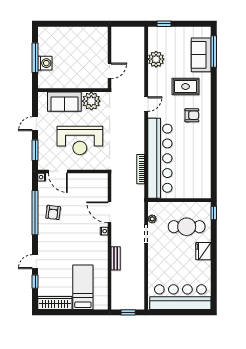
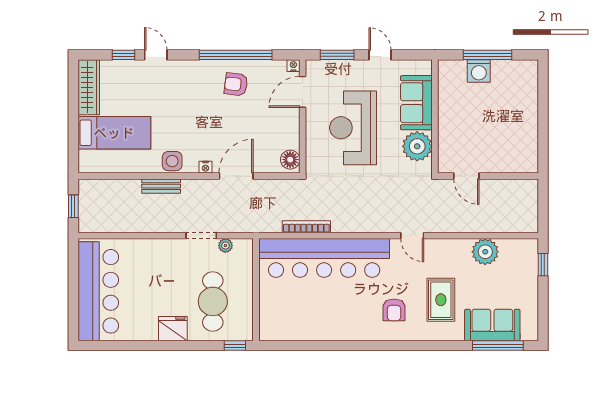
floor lamp: (99, 179) -> (290, 160), added
side table: (100, 252) -> (172, 161), added

